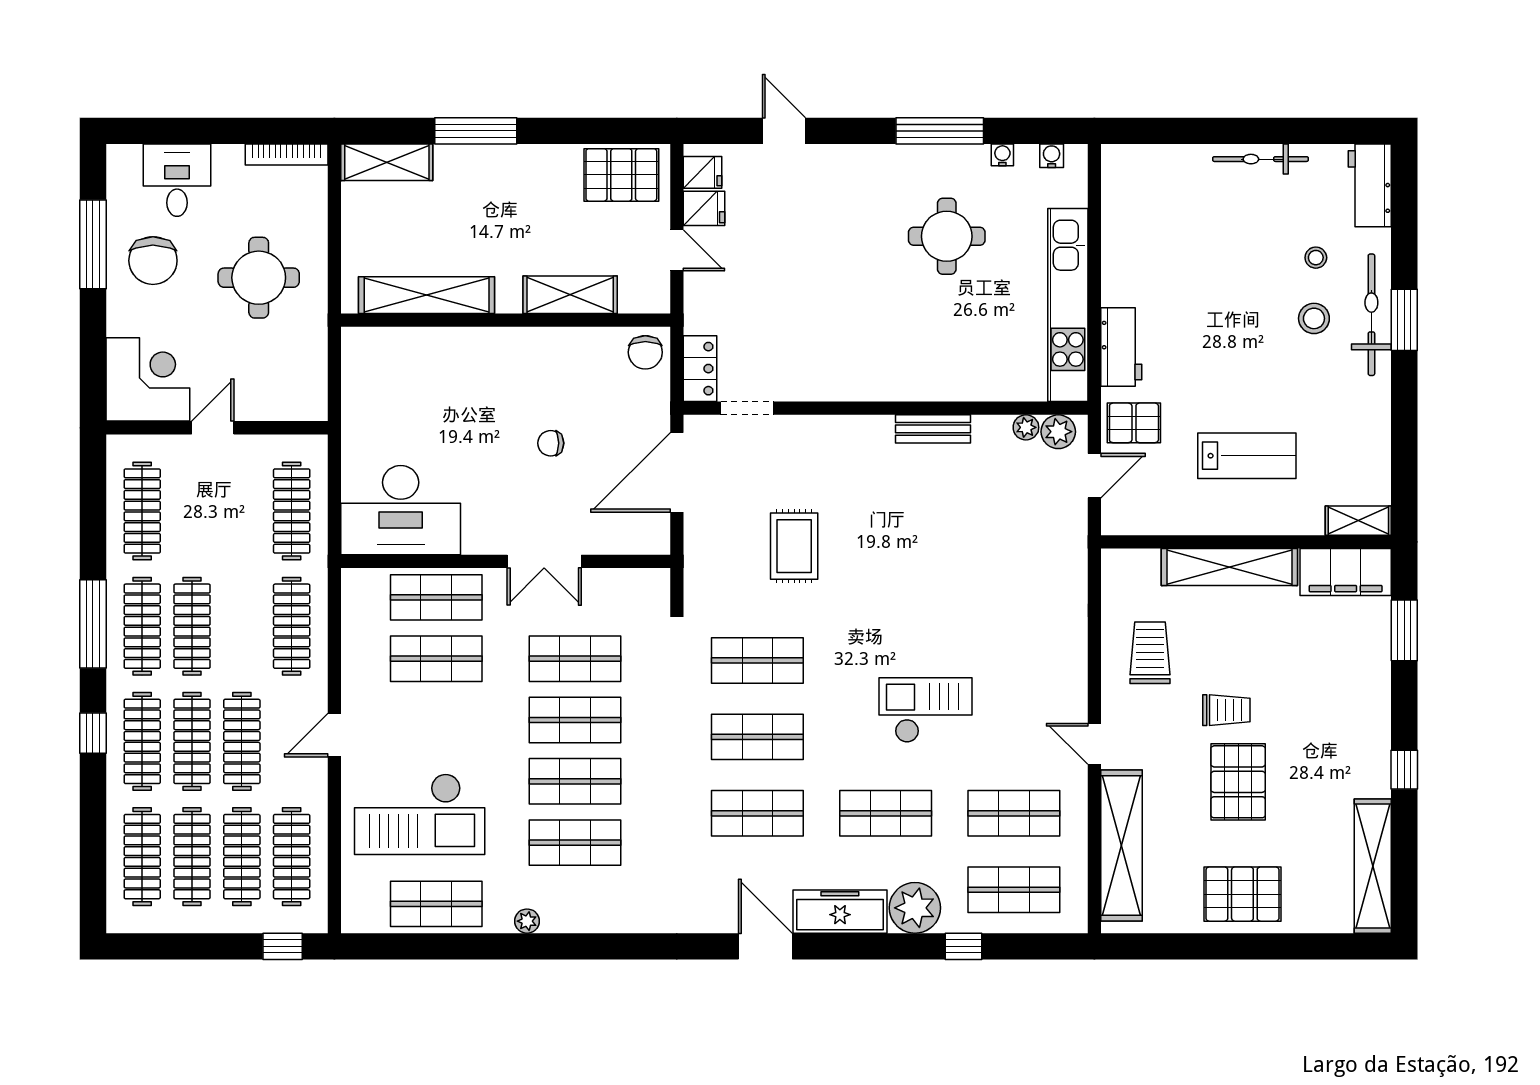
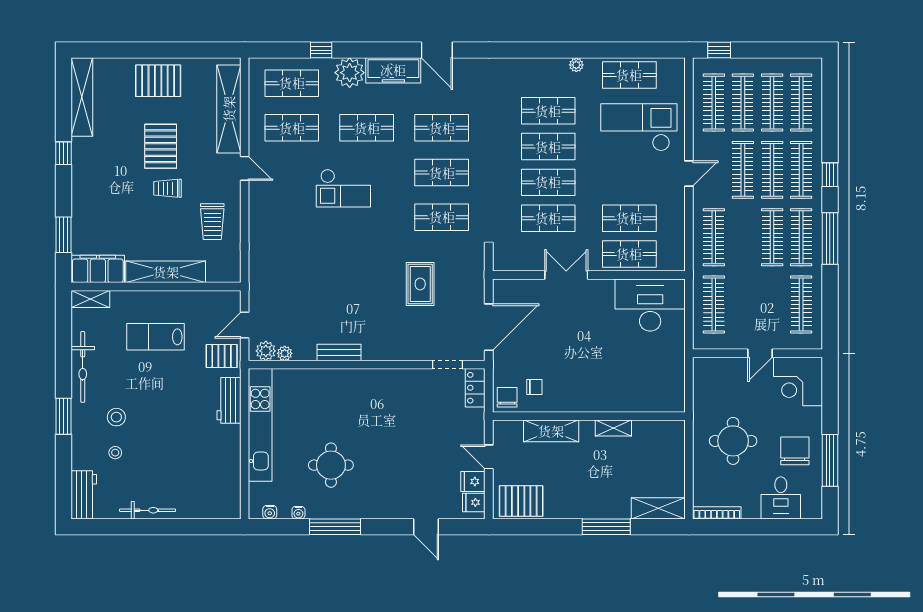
shelving: (427, 295) -> (613, 428), width x0.45, depth x0.75
bicycle: (1371, 315) -> (83, 367), moved
chair: (551, 443) -> (534, 387), moved

